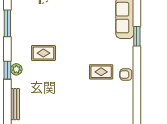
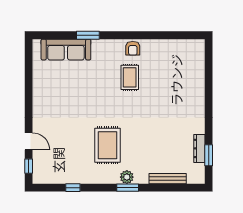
window: (7, 23) -> (73, 188), width x0.46
rug: (43, 53) -> (108, 145), width x1.36, depth x1.43

